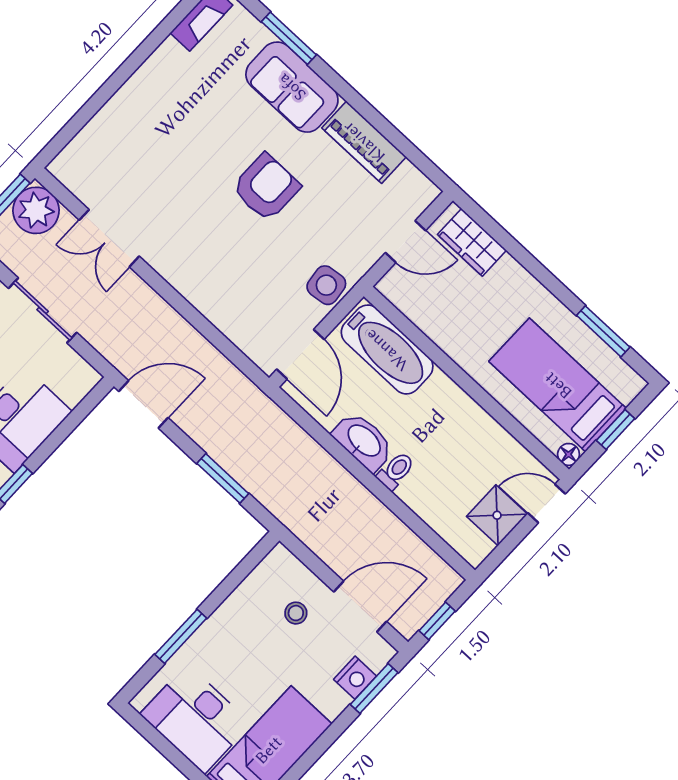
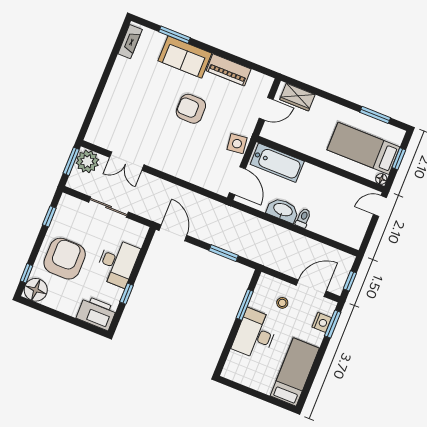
armchair: (266, 187) -> (191, 109), turned -90
door: (143, 404) -> (173, 233), hinge flipped
shower: (497, 515) -> (359, 220), removed
window: (181, 636) -> (245, 305), moved
desk: (196, 719) -> (255, 334), moved, turned 90

